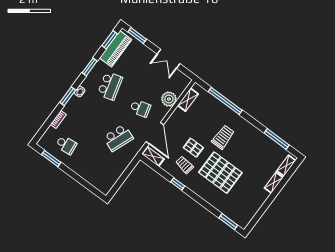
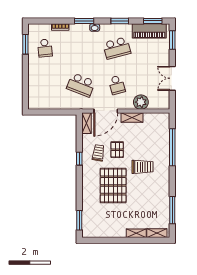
shelving: (188, 100) -> (132, 117), moved

